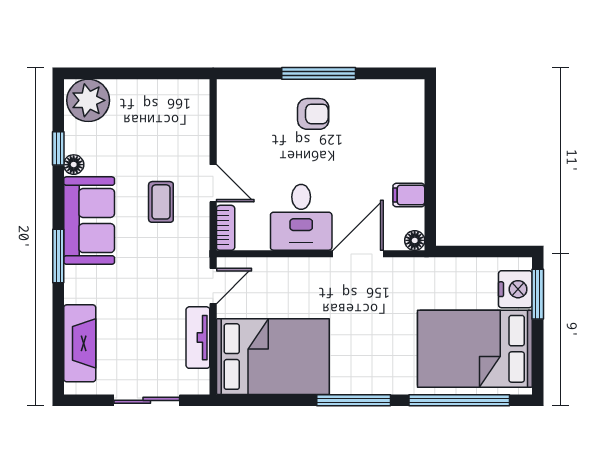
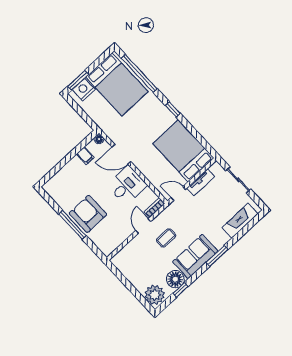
armchair: (313, 114) -> (88, 214), width x1.88, depth x1.88
floor lamp: (74, 165) -> (175, 279), width x1.89, depth x1.89
window: (354, 400) -> (173, 109), width x0.46

